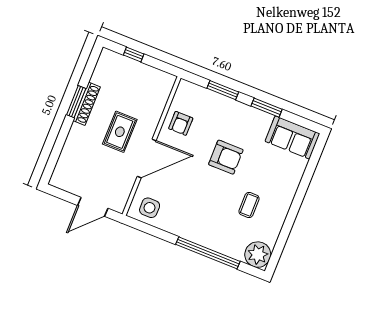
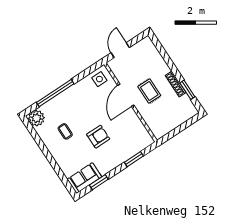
window: (134, 54) -> (184, 126), removed
window: (76, 102) -> (187, 90), moved
window: (267, 108) -> (99, 182), moved
armchair: (181, 123) -> (132, 125), removed
armchair: (226, 157) -> (98, 137), turned 180

